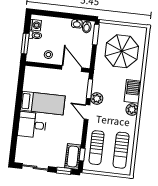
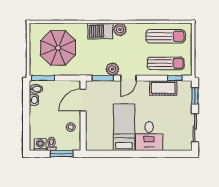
cot: (73, 156) -> (163, 88), moved

